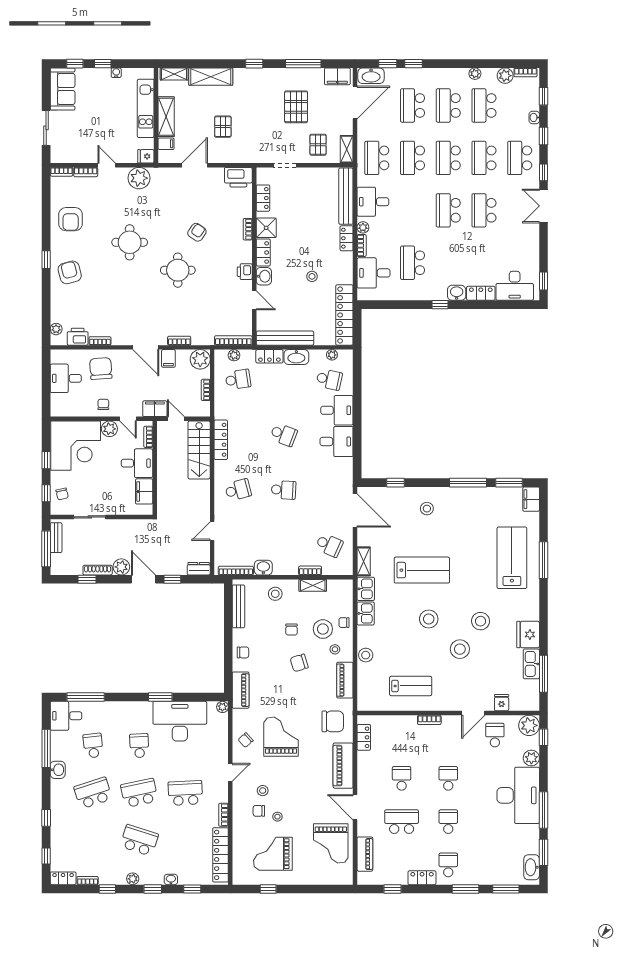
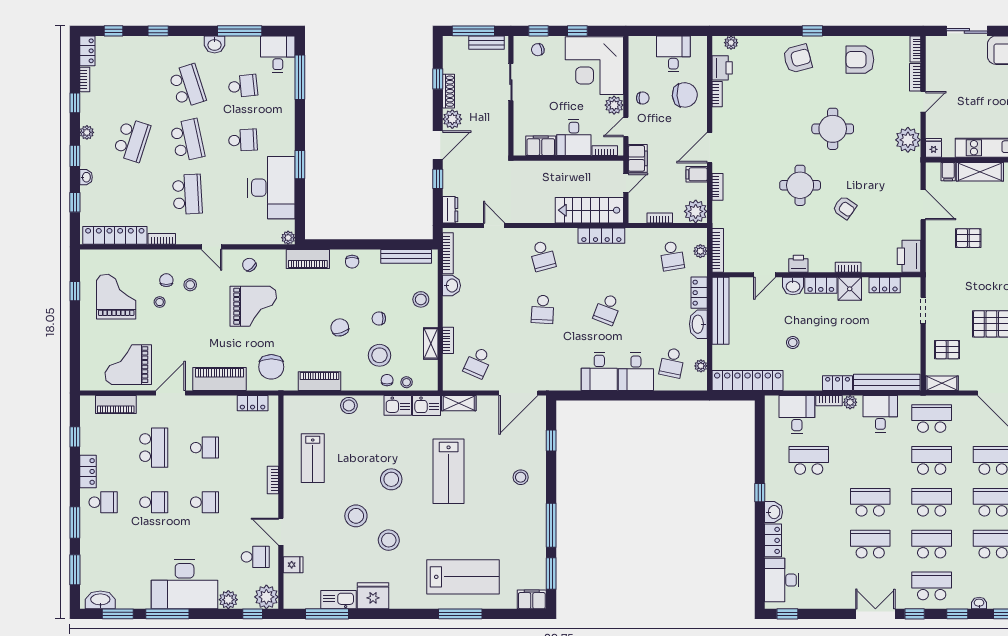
stool: (335, 649) -> (407, 382), moved

